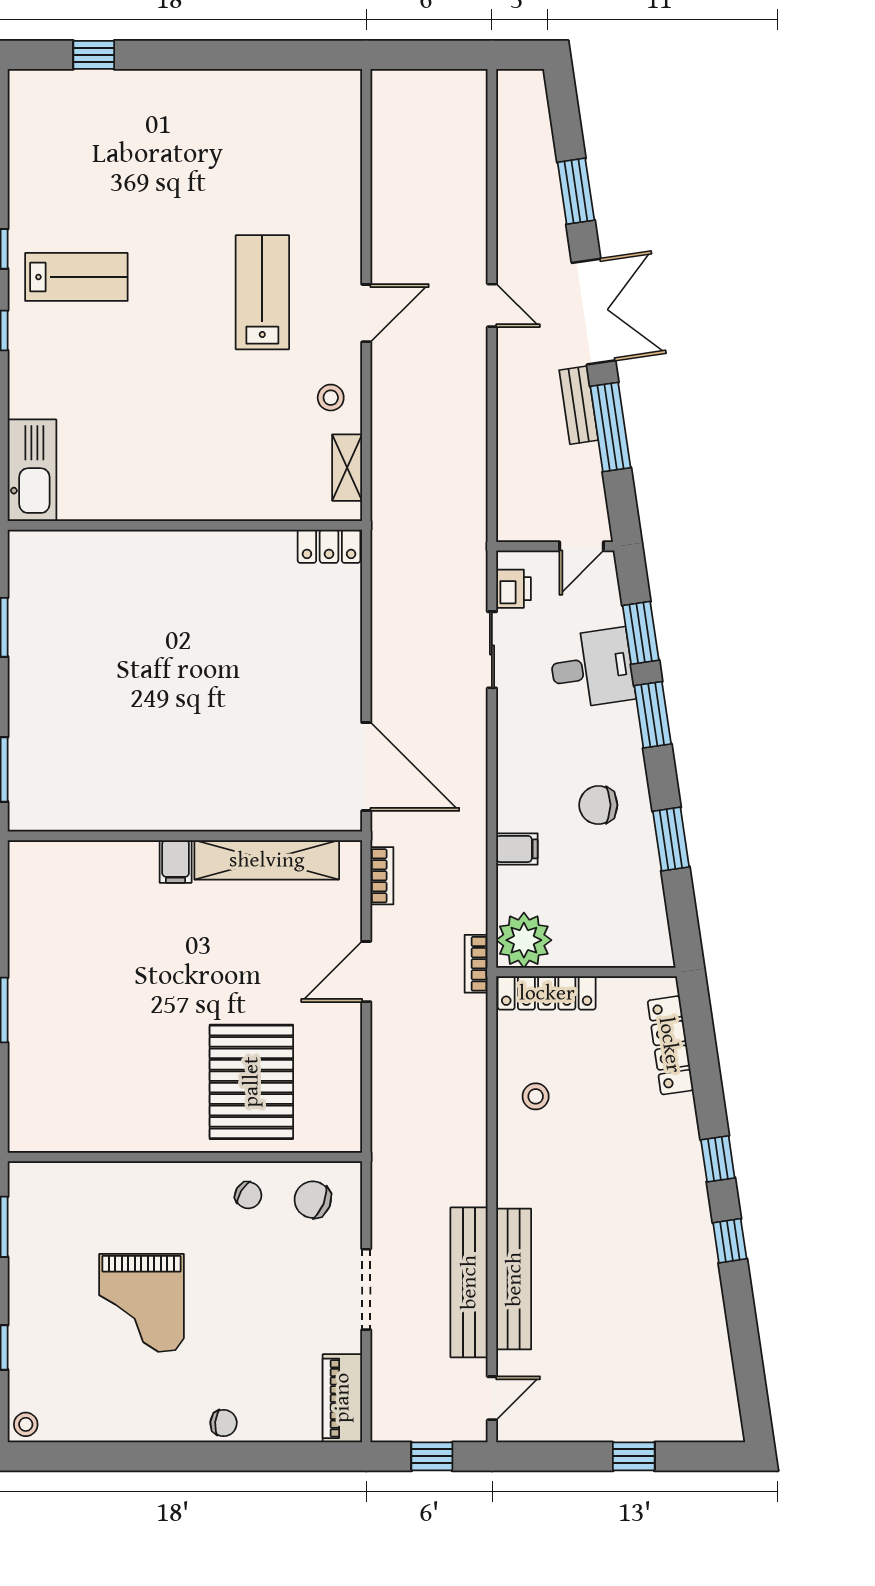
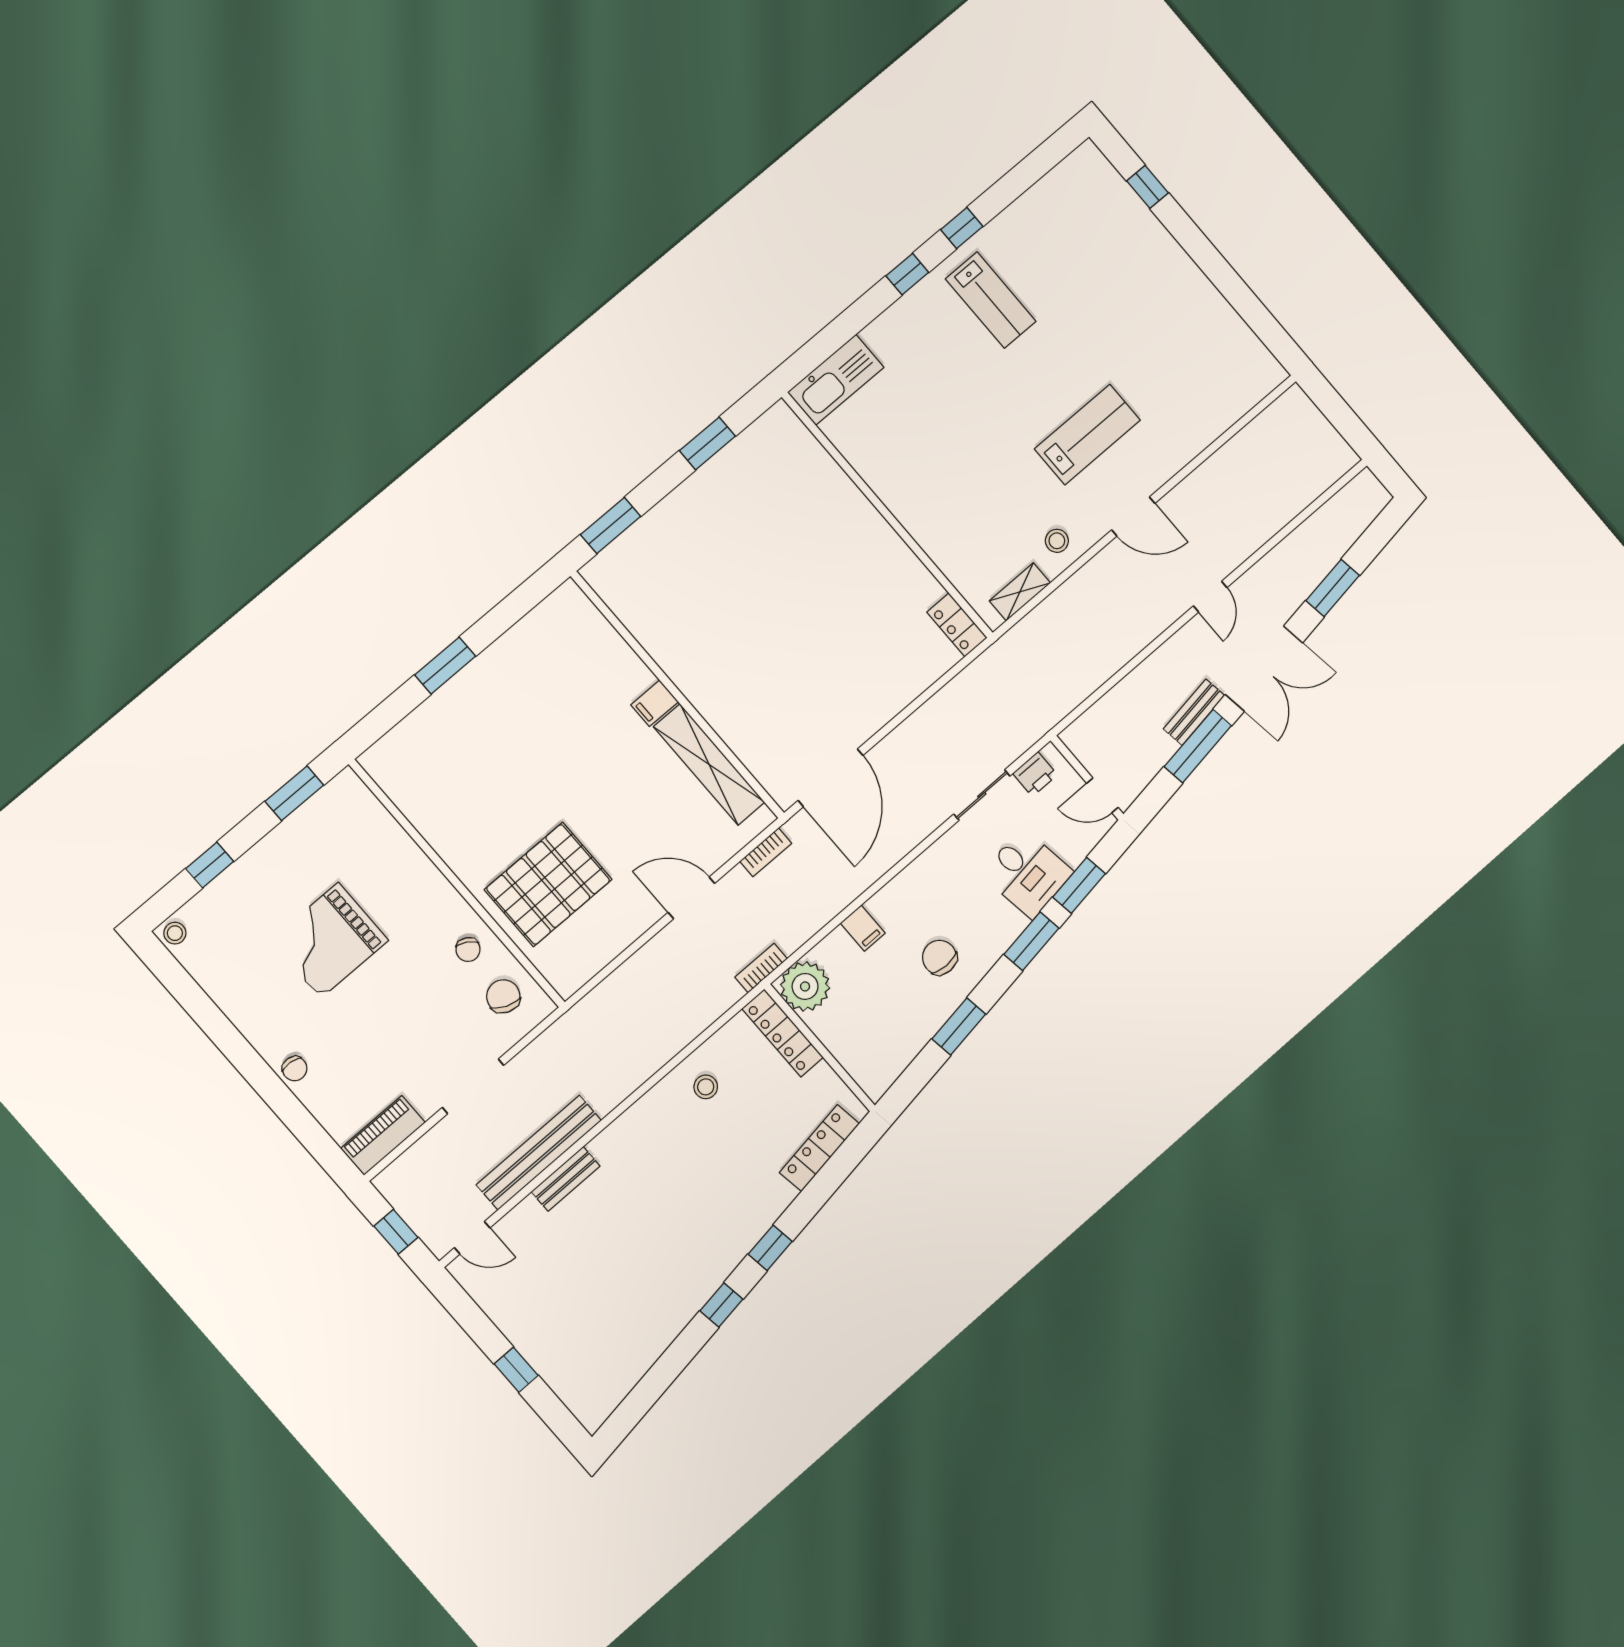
bench: (514, 1279) -> (566, 1179), width x0.54, depth x0.82

